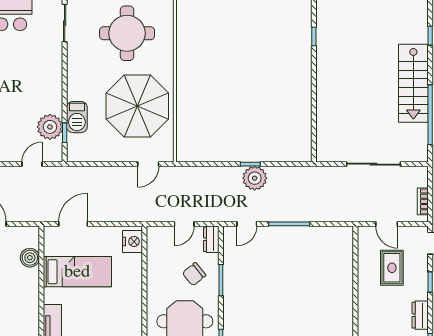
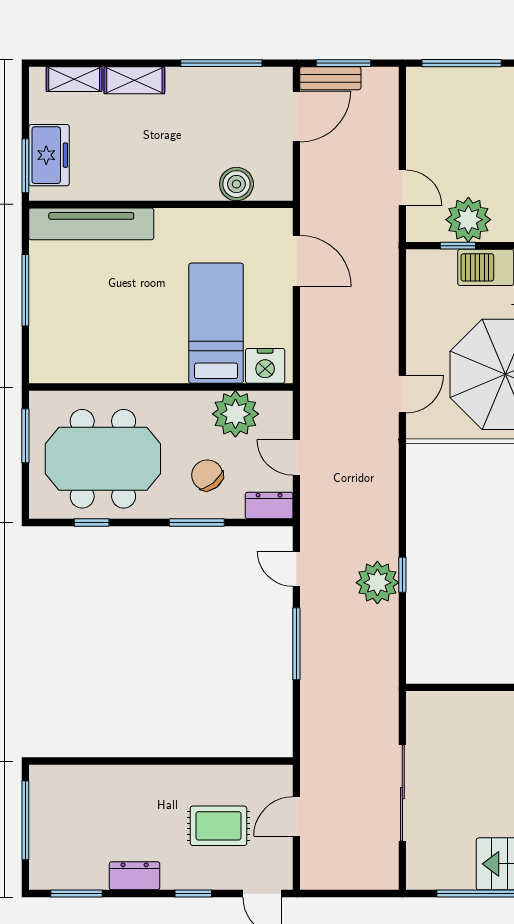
door: (148, 164) -> (402, 394), swing flipped
bookcase: (423, 201) -> (336, 880), removed
plant: (160, 258) -> (235, 414), added
bed: (77, 272) -> (216, 323), moved, turned 180

